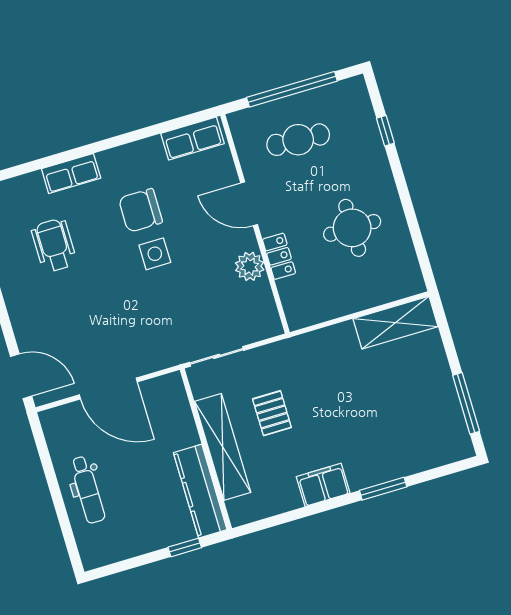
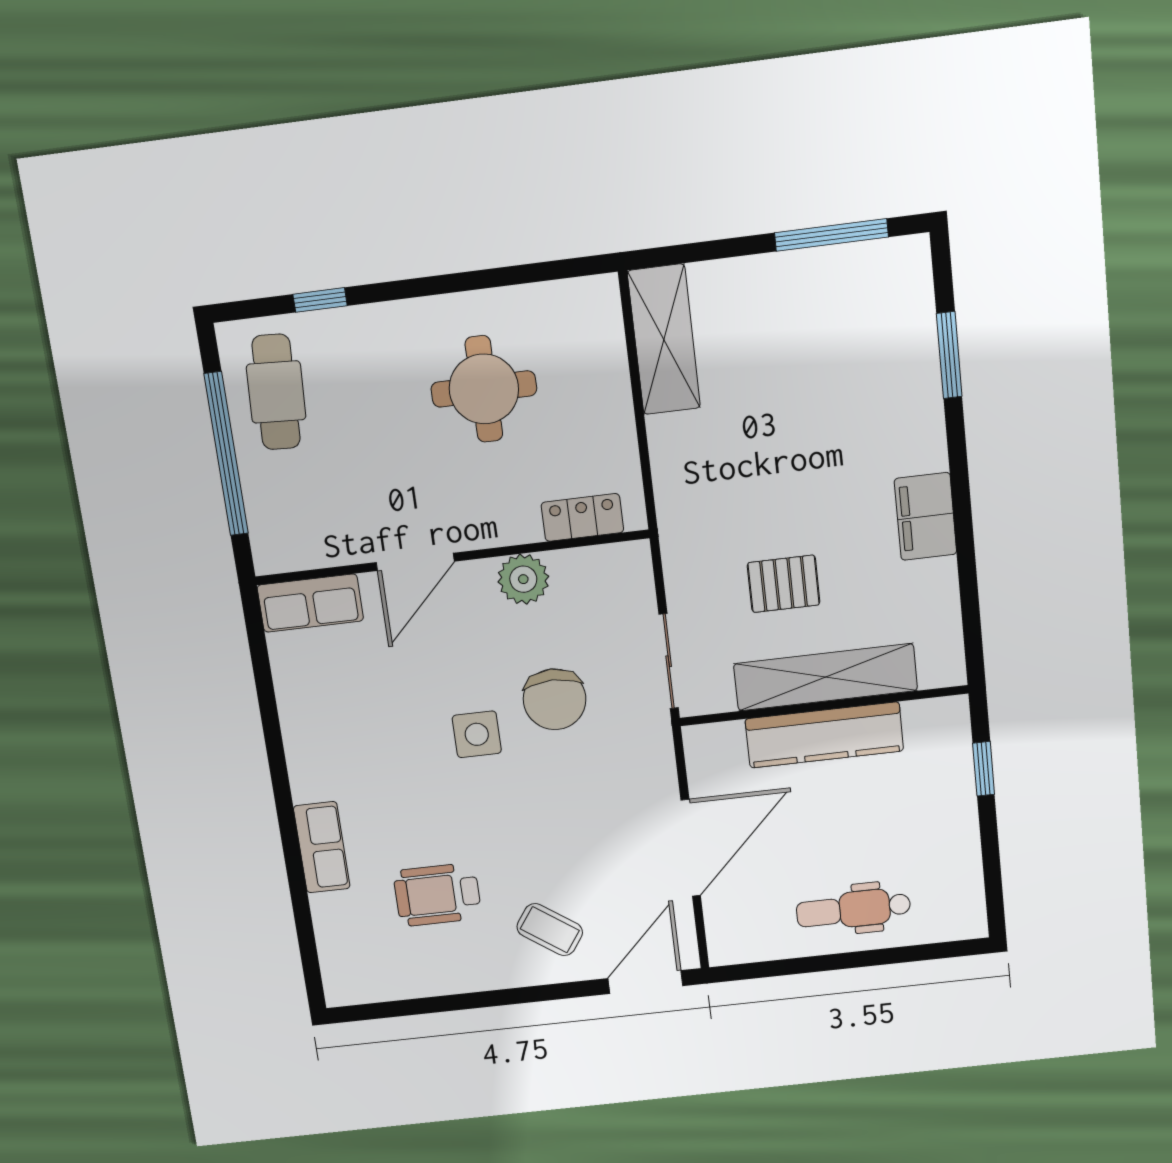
row of seats: (192, 138) -> (310, 603), moved, turned 90
cafe table: (298, 140) -> (276, 392), moved
chair: (140, 210) -> (555, 699), moved
locker: (279, 256) -> (582, 517), moved
coffee table: (44, 315) -> (550, 930), added
window: (383, 489) -> (949, 355), moved
dental chair: (88, 490) -> (853, 909), turned 180
kitchen counter: (200, 491) -> (824, 735), moved

